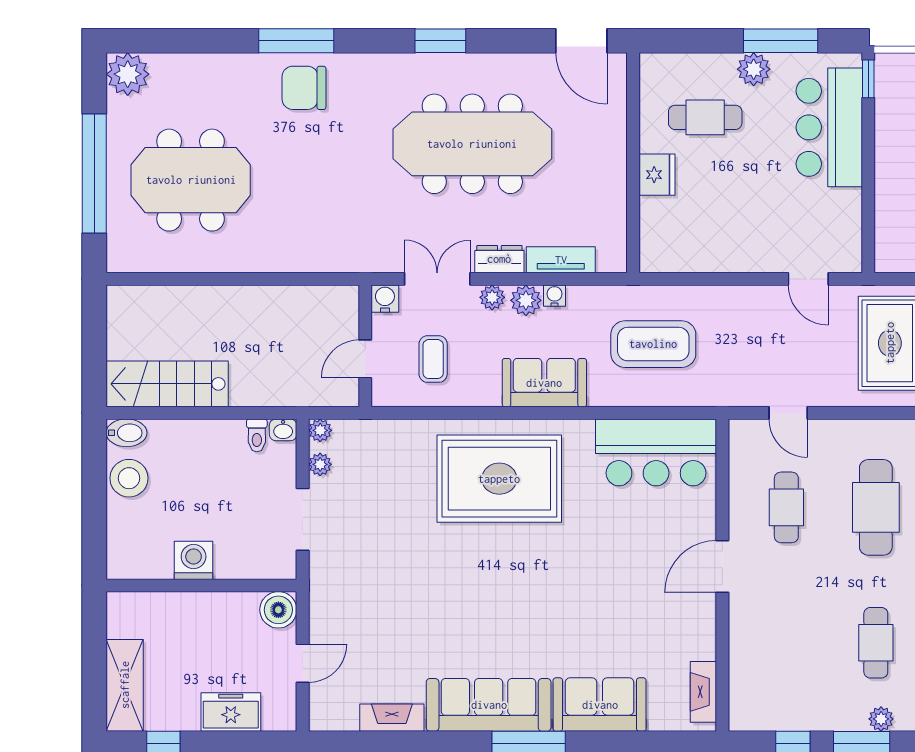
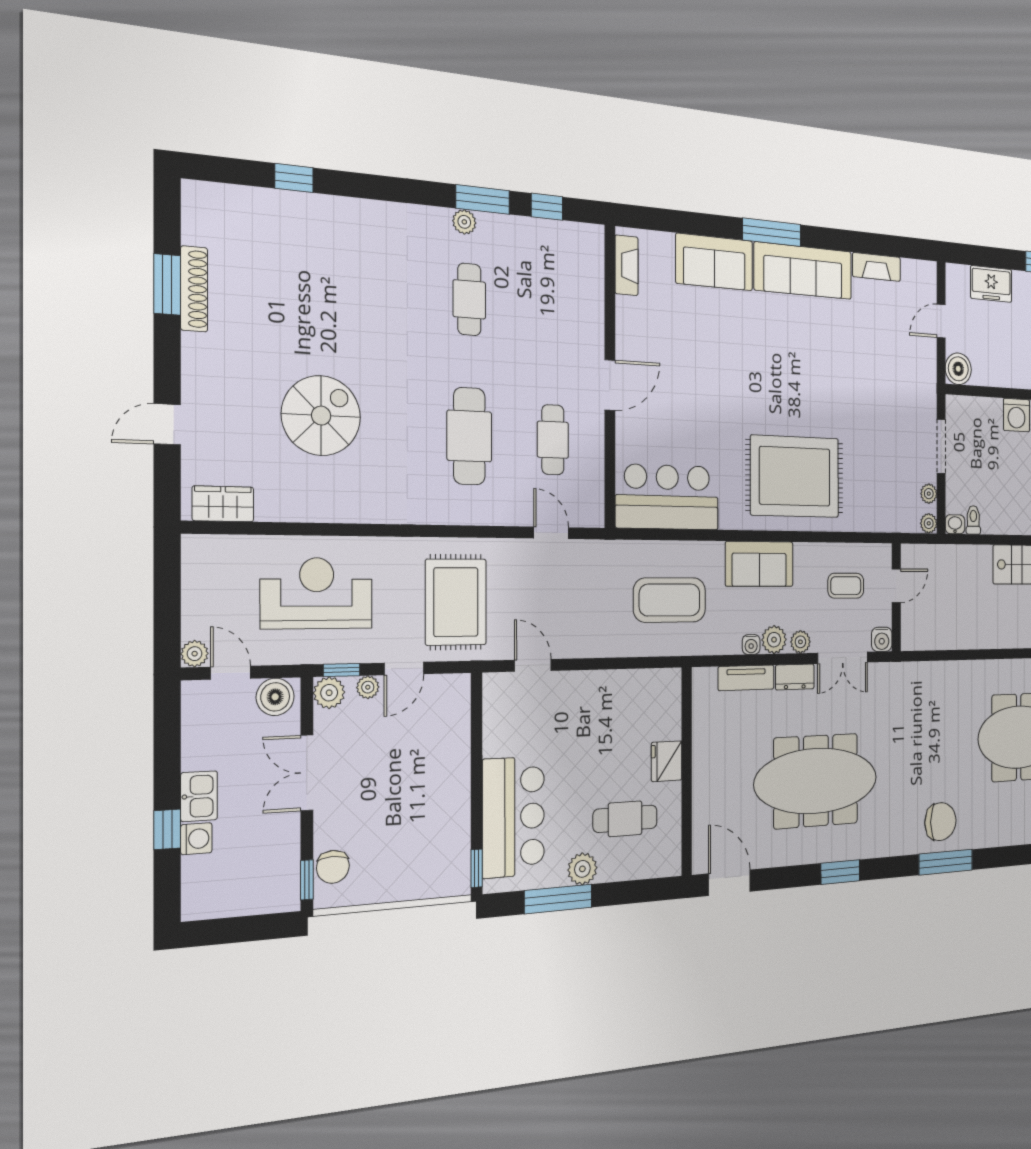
coffee table: (433, 359) -> (846, 586), turned 90

